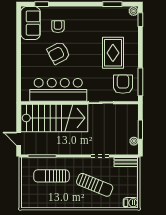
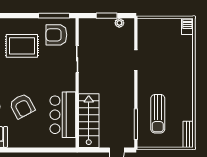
bar counter: (58, 90) -> (63, 115), width x0.73
stairs: (54, 118) -> (89, 121), width x0.73, depth x0.66
bench: (126, 162) -> (188, 134), moved
sun lounger: (95, 185) -> (168, 66), removed

